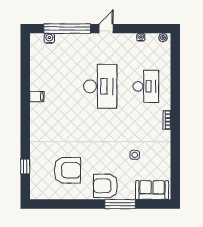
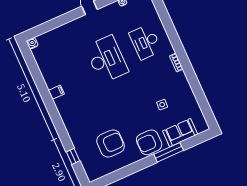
window: (67, 29) -> (56, 23), removed
water cooler: (49, 38) -> (32, 43), moved
desk: (146, 86) -> (145, 42), turned 180
sofa: (152, 190) -> (180, 133), moved

